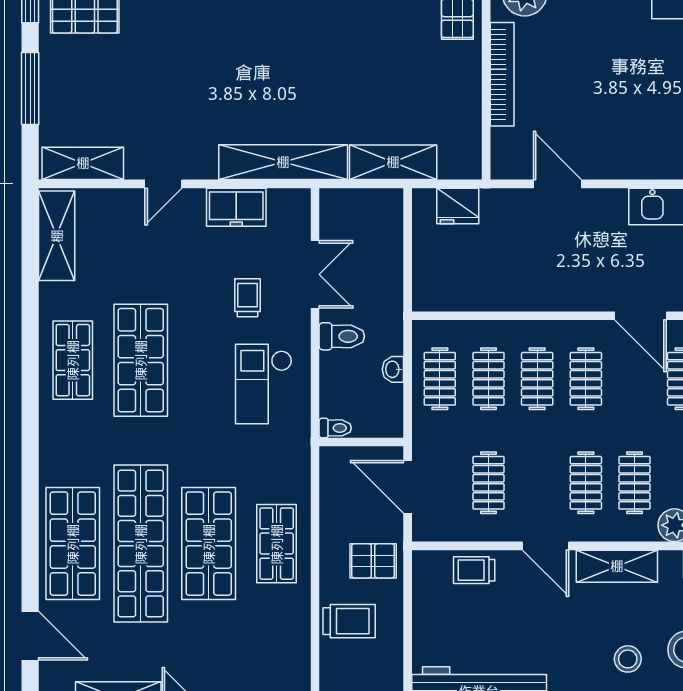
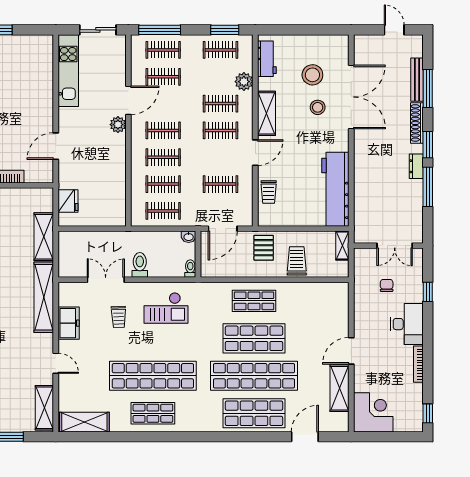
plant: (596, 297) -> (118, 125), added
trolley: (247, 298) -> (119, 317), turned -92
shop shelf: (141, 360) -> (153, 376), width x1.40
washbasin: (393, 369) -> (189, 237), moved

